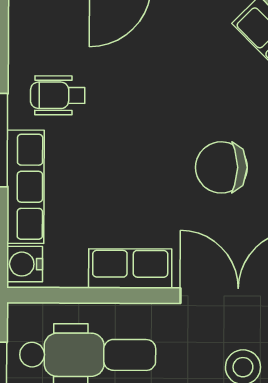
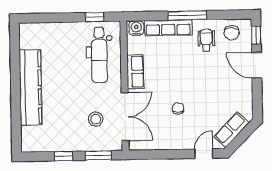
chair: (41, 34) -> (232, 33), added
chair: (221, 167) -> (178, 109), width x0.54, depth x0.54

